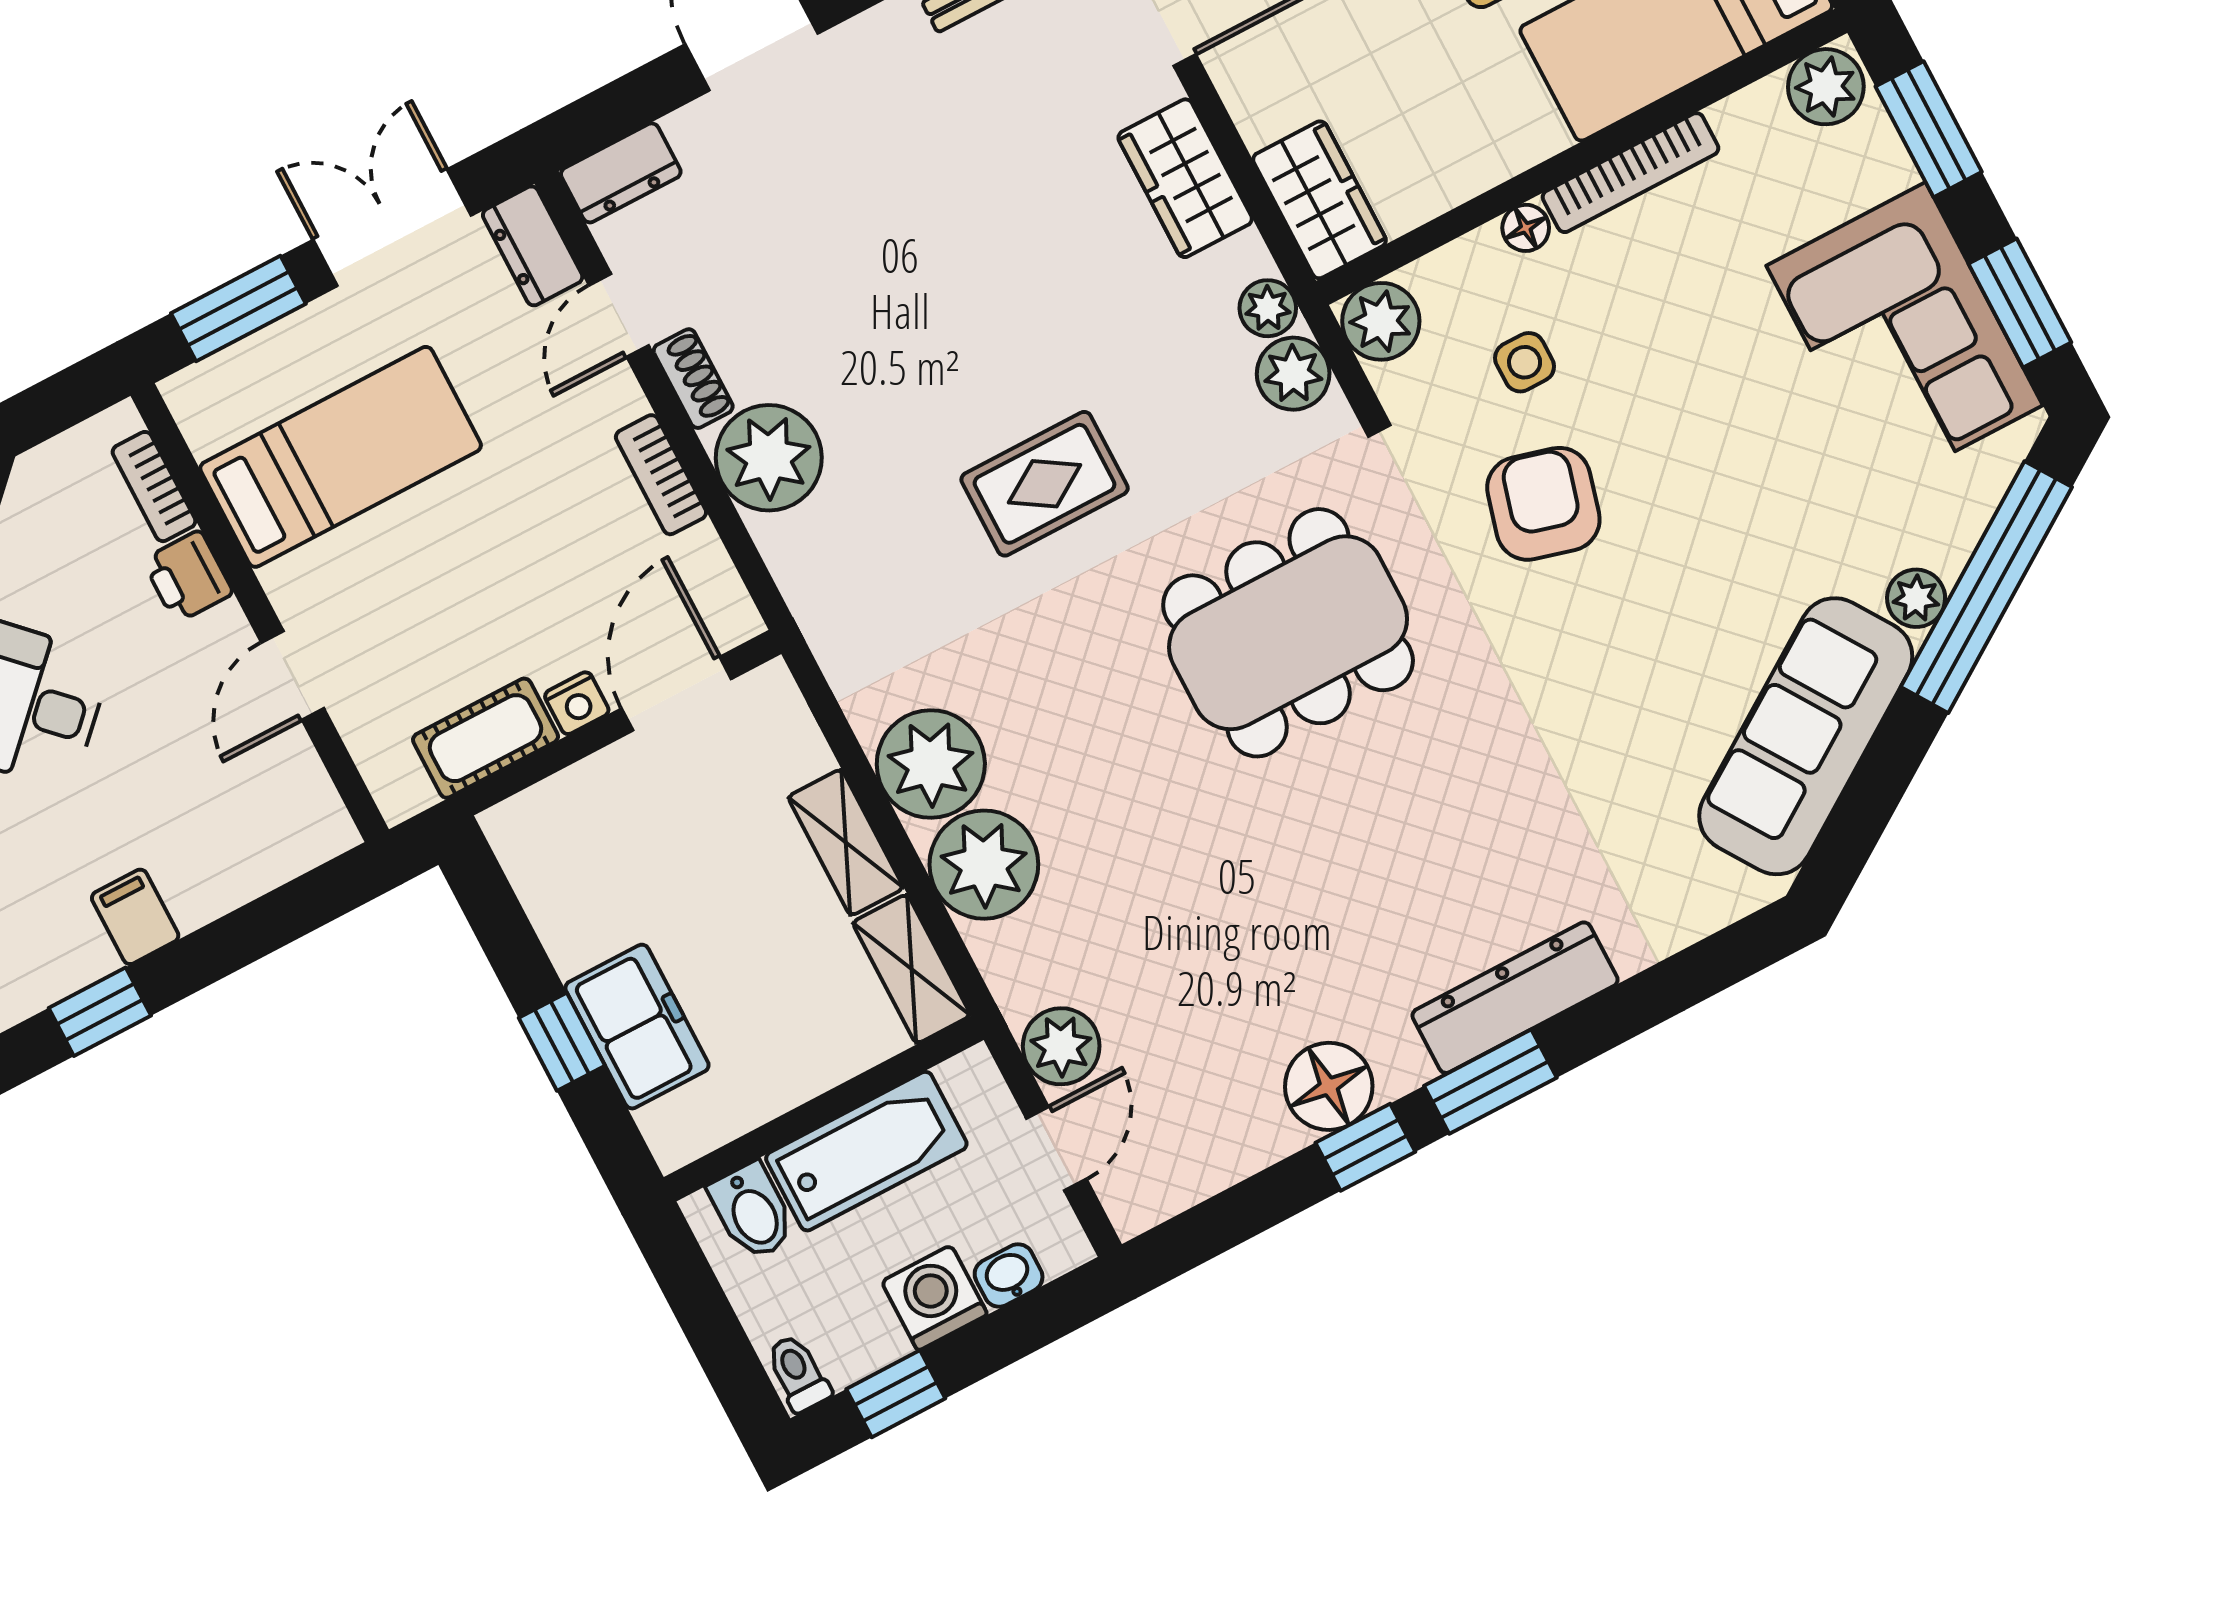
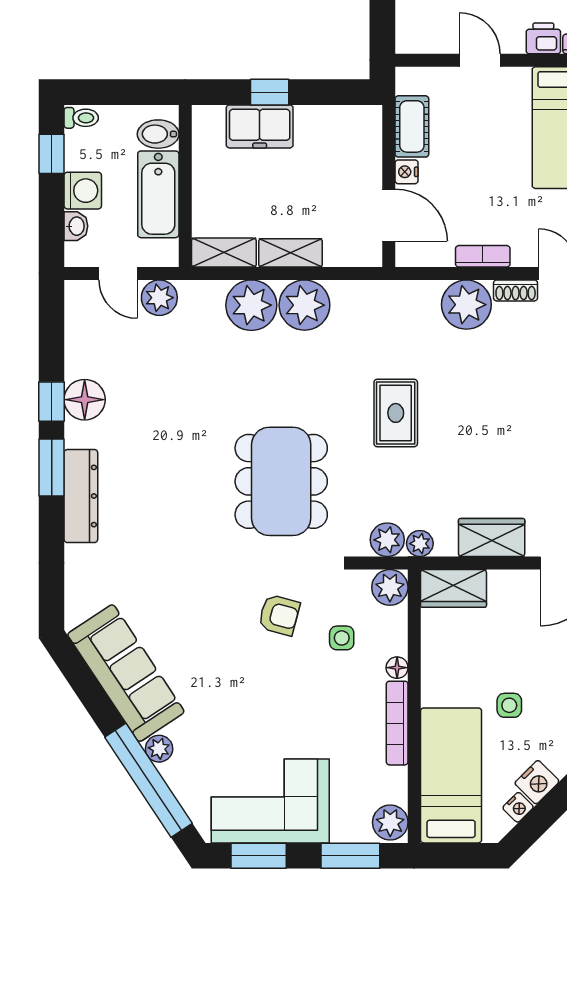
armchair: (1543, 504) -> (279, 615), width x0.72, depth x0.72

